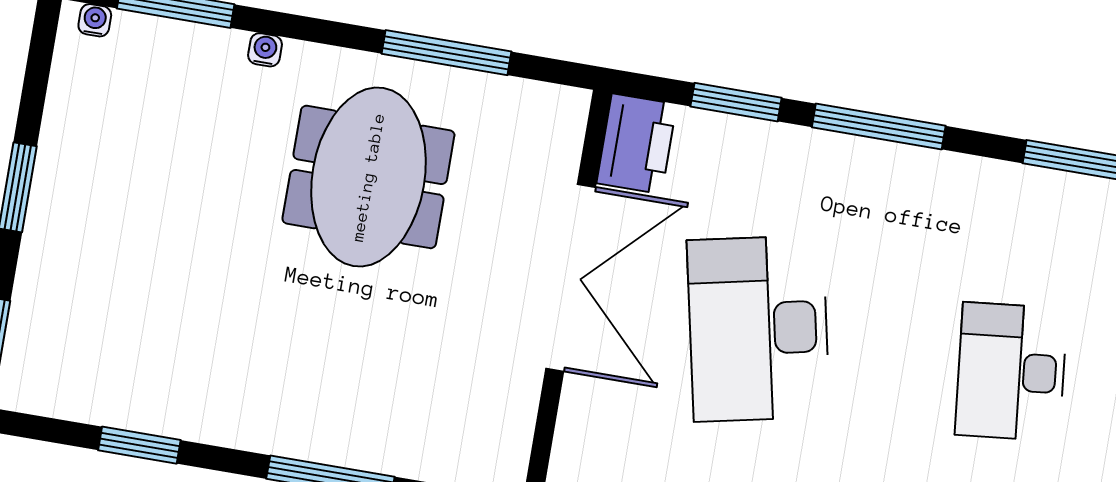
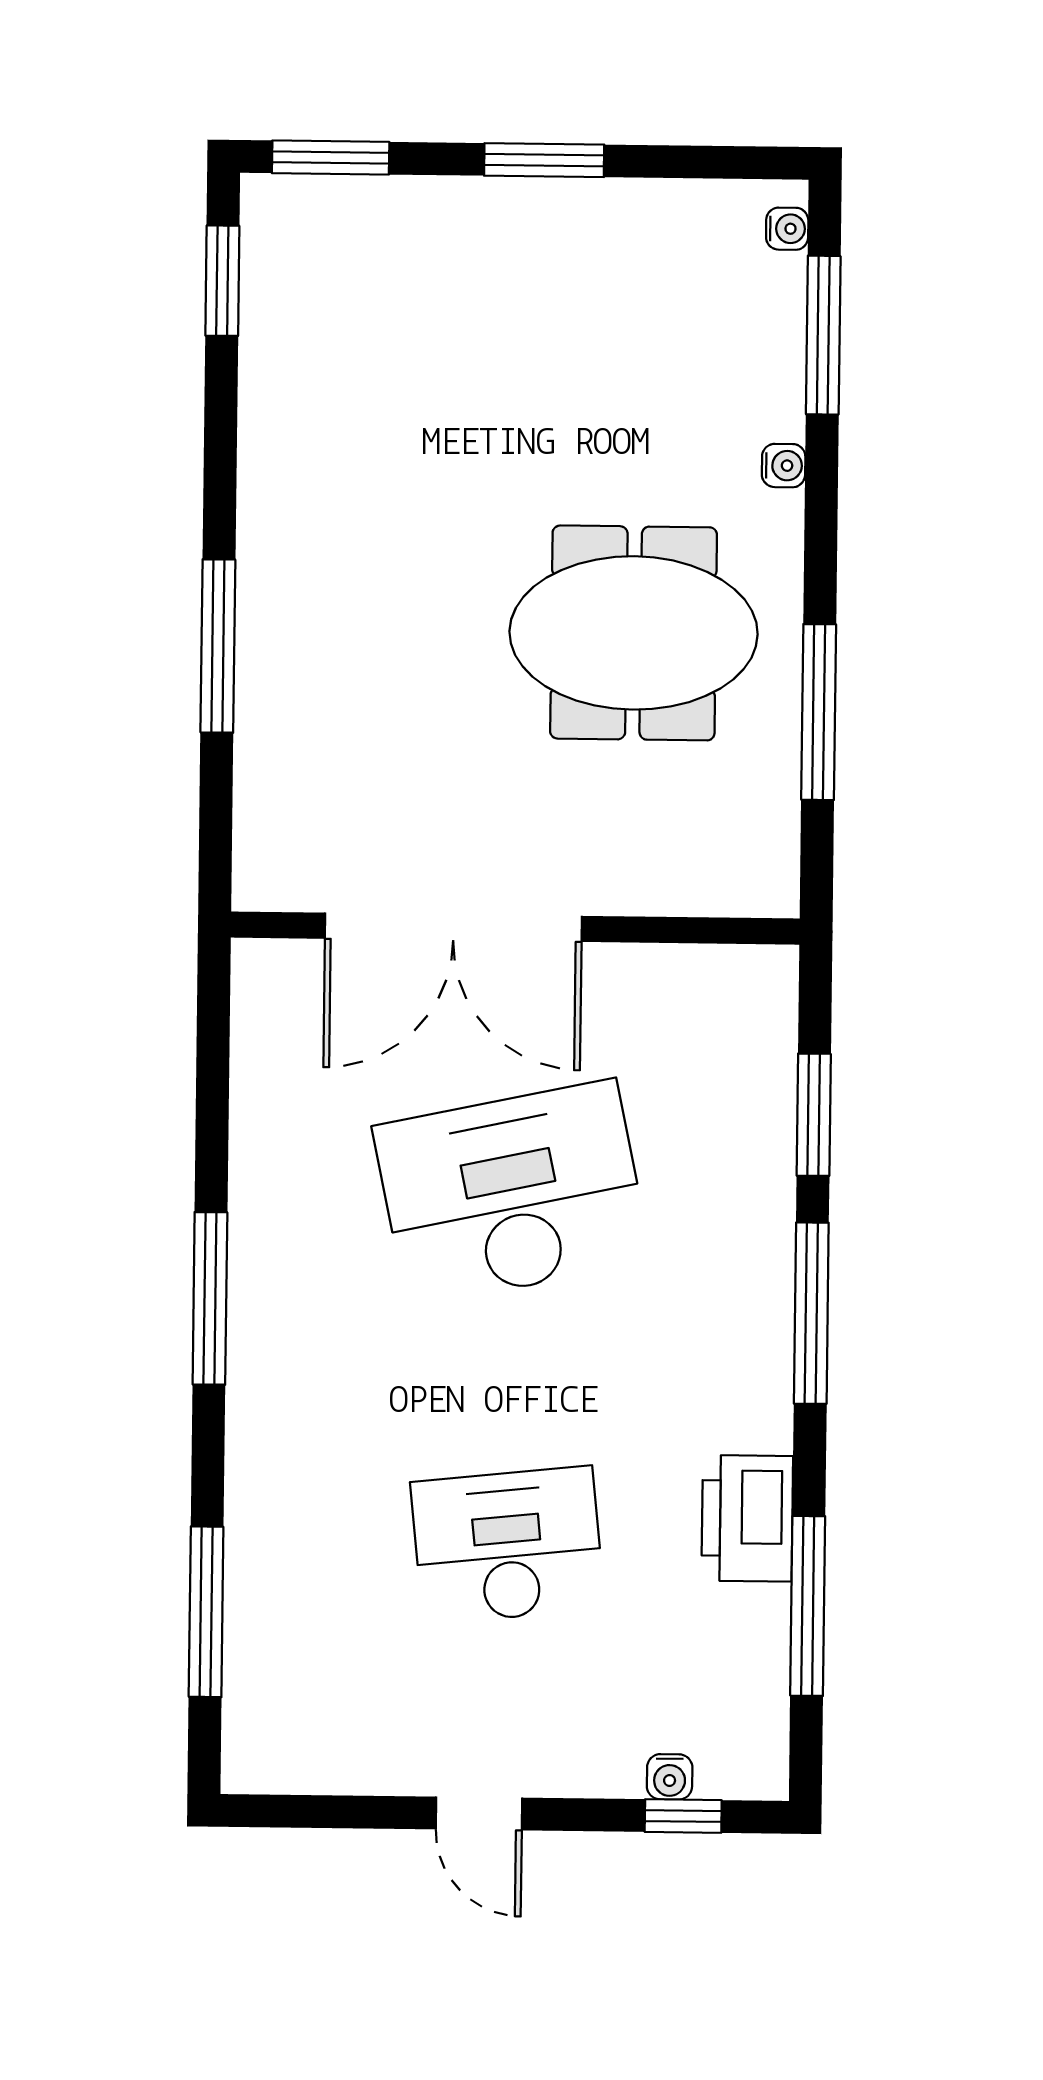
printer: (637, 144) -> (747, 1518), moved, turned 90
double door: (571, 278) -> (453, 927), moved
window: (139, 445) -> (222, 281), moved

